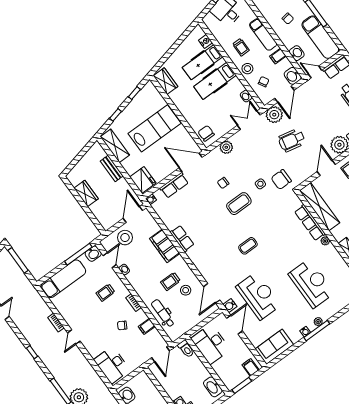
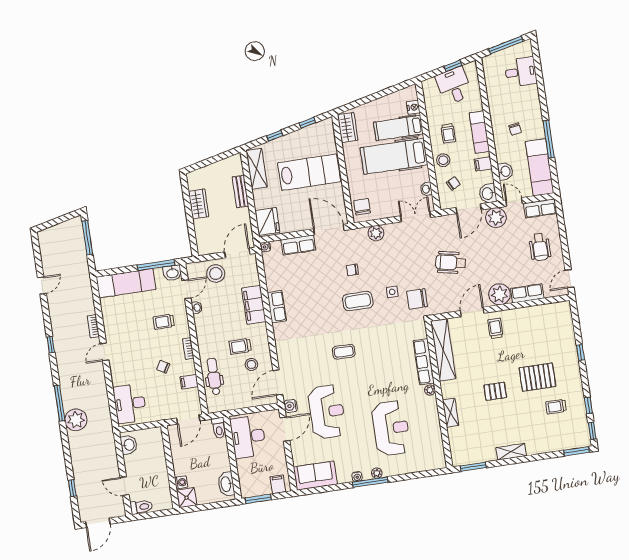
hospital bed: (215, 81) -> (394, 156), width x1.37, depth x1.29
plant: (274, 115) -> (496, 218), moved

